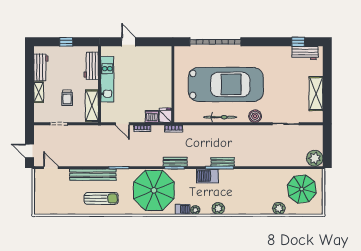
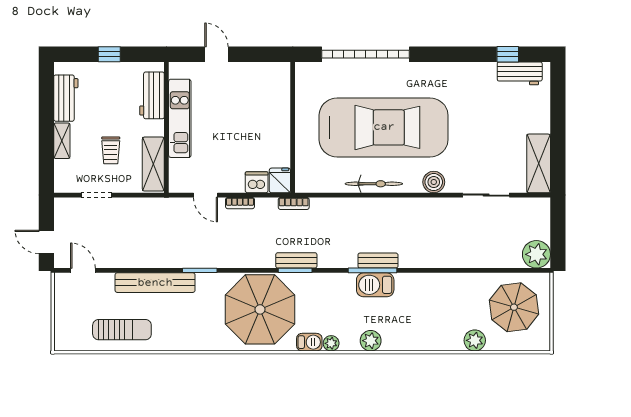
shelving: (316, 94) -> (539, 163), moved
barbecue: (207, 176) -> (375, 285), moved
sun lounger: (101, 198) -> (122, 330), moved

